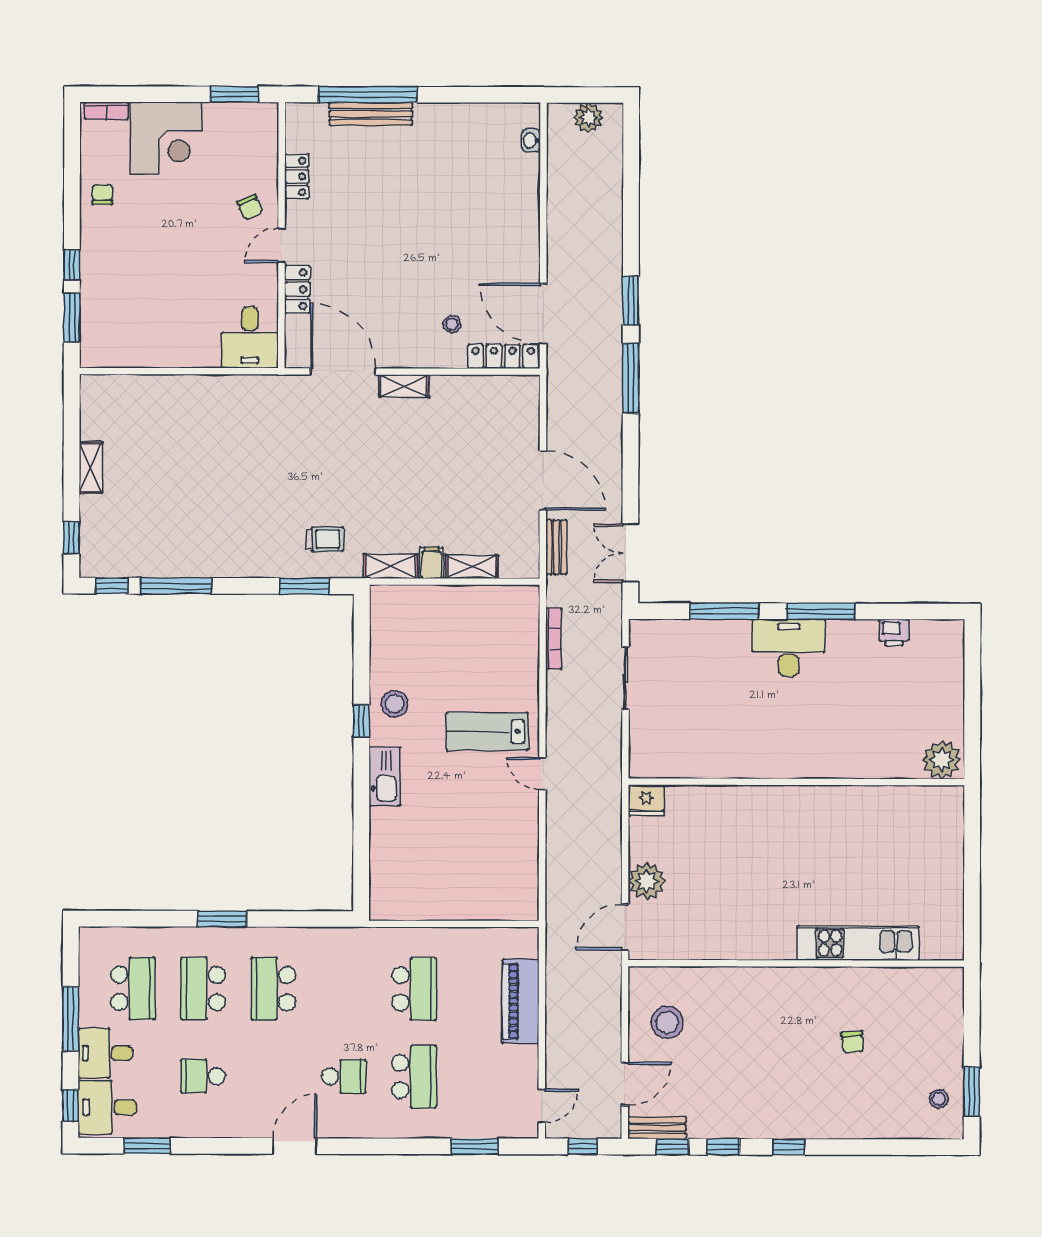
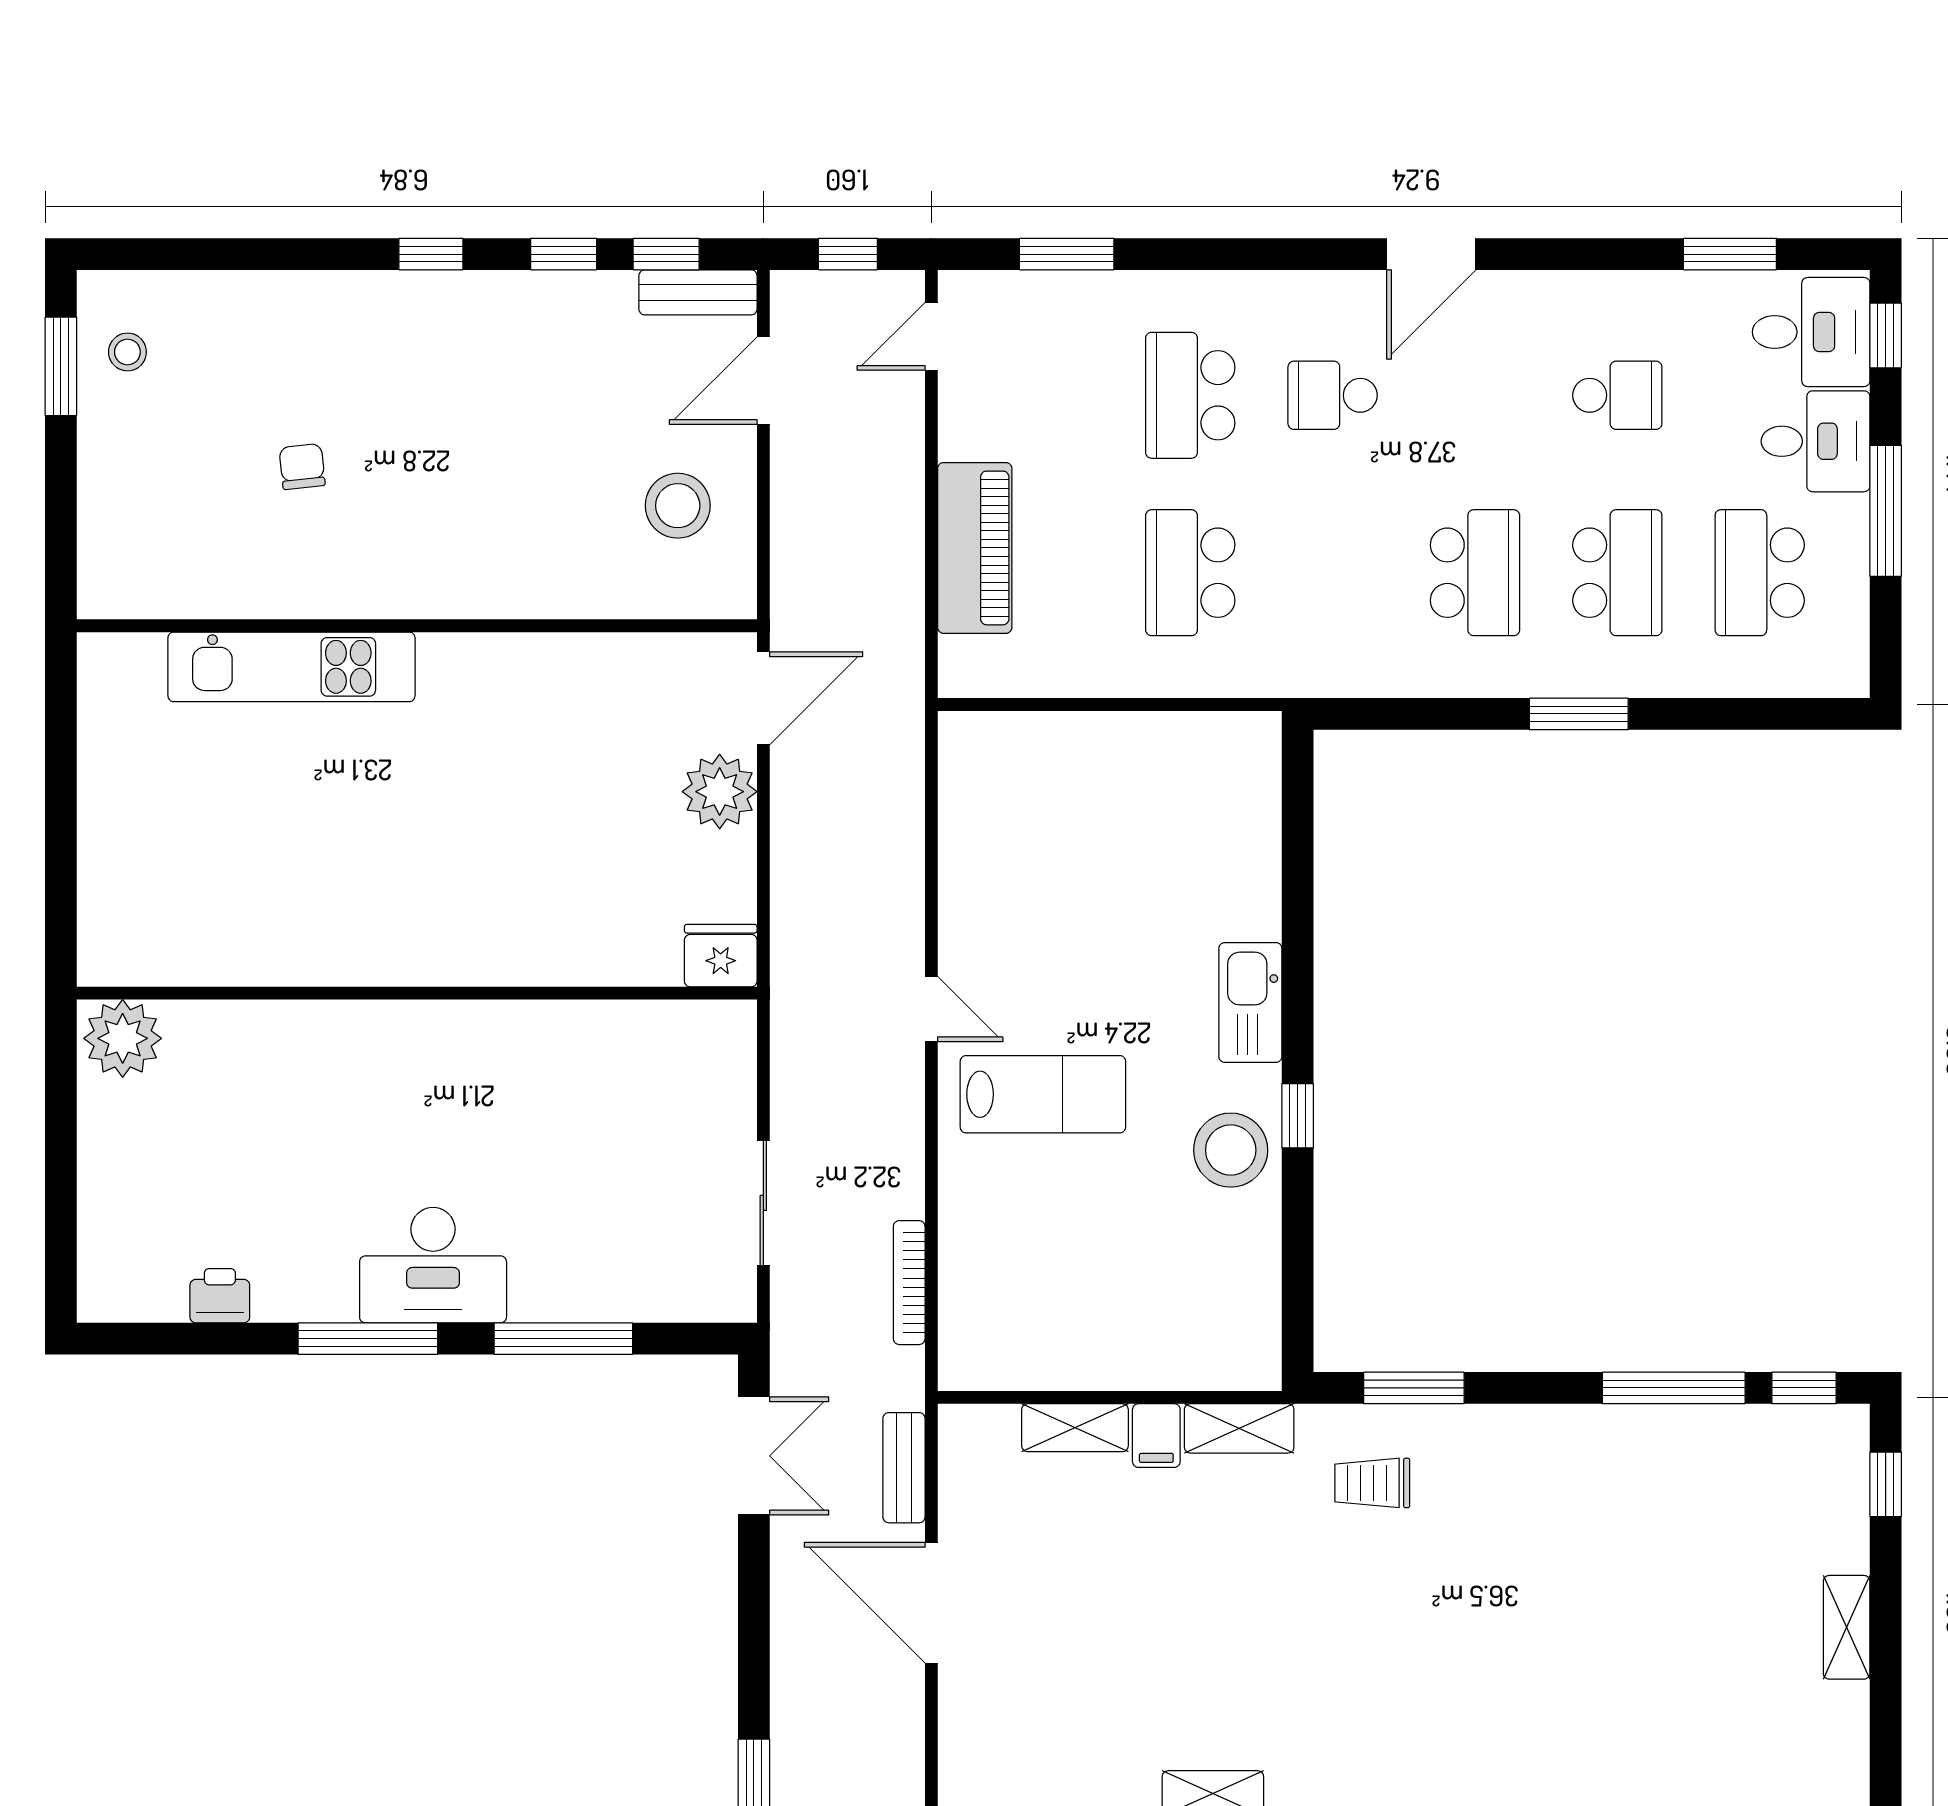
stool: (395, 704) -> (1231, 1150), width x1.38, depth x1.38

